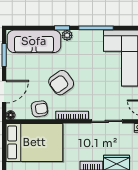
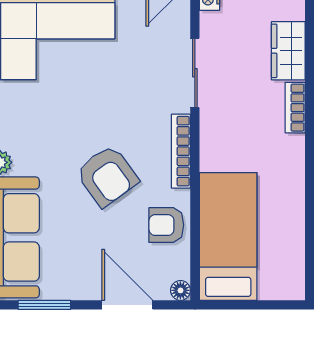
armchair: (39, 109) -> (166, 225), turned -82
bed: (34, 142) -> (228, 236), width x0.67

